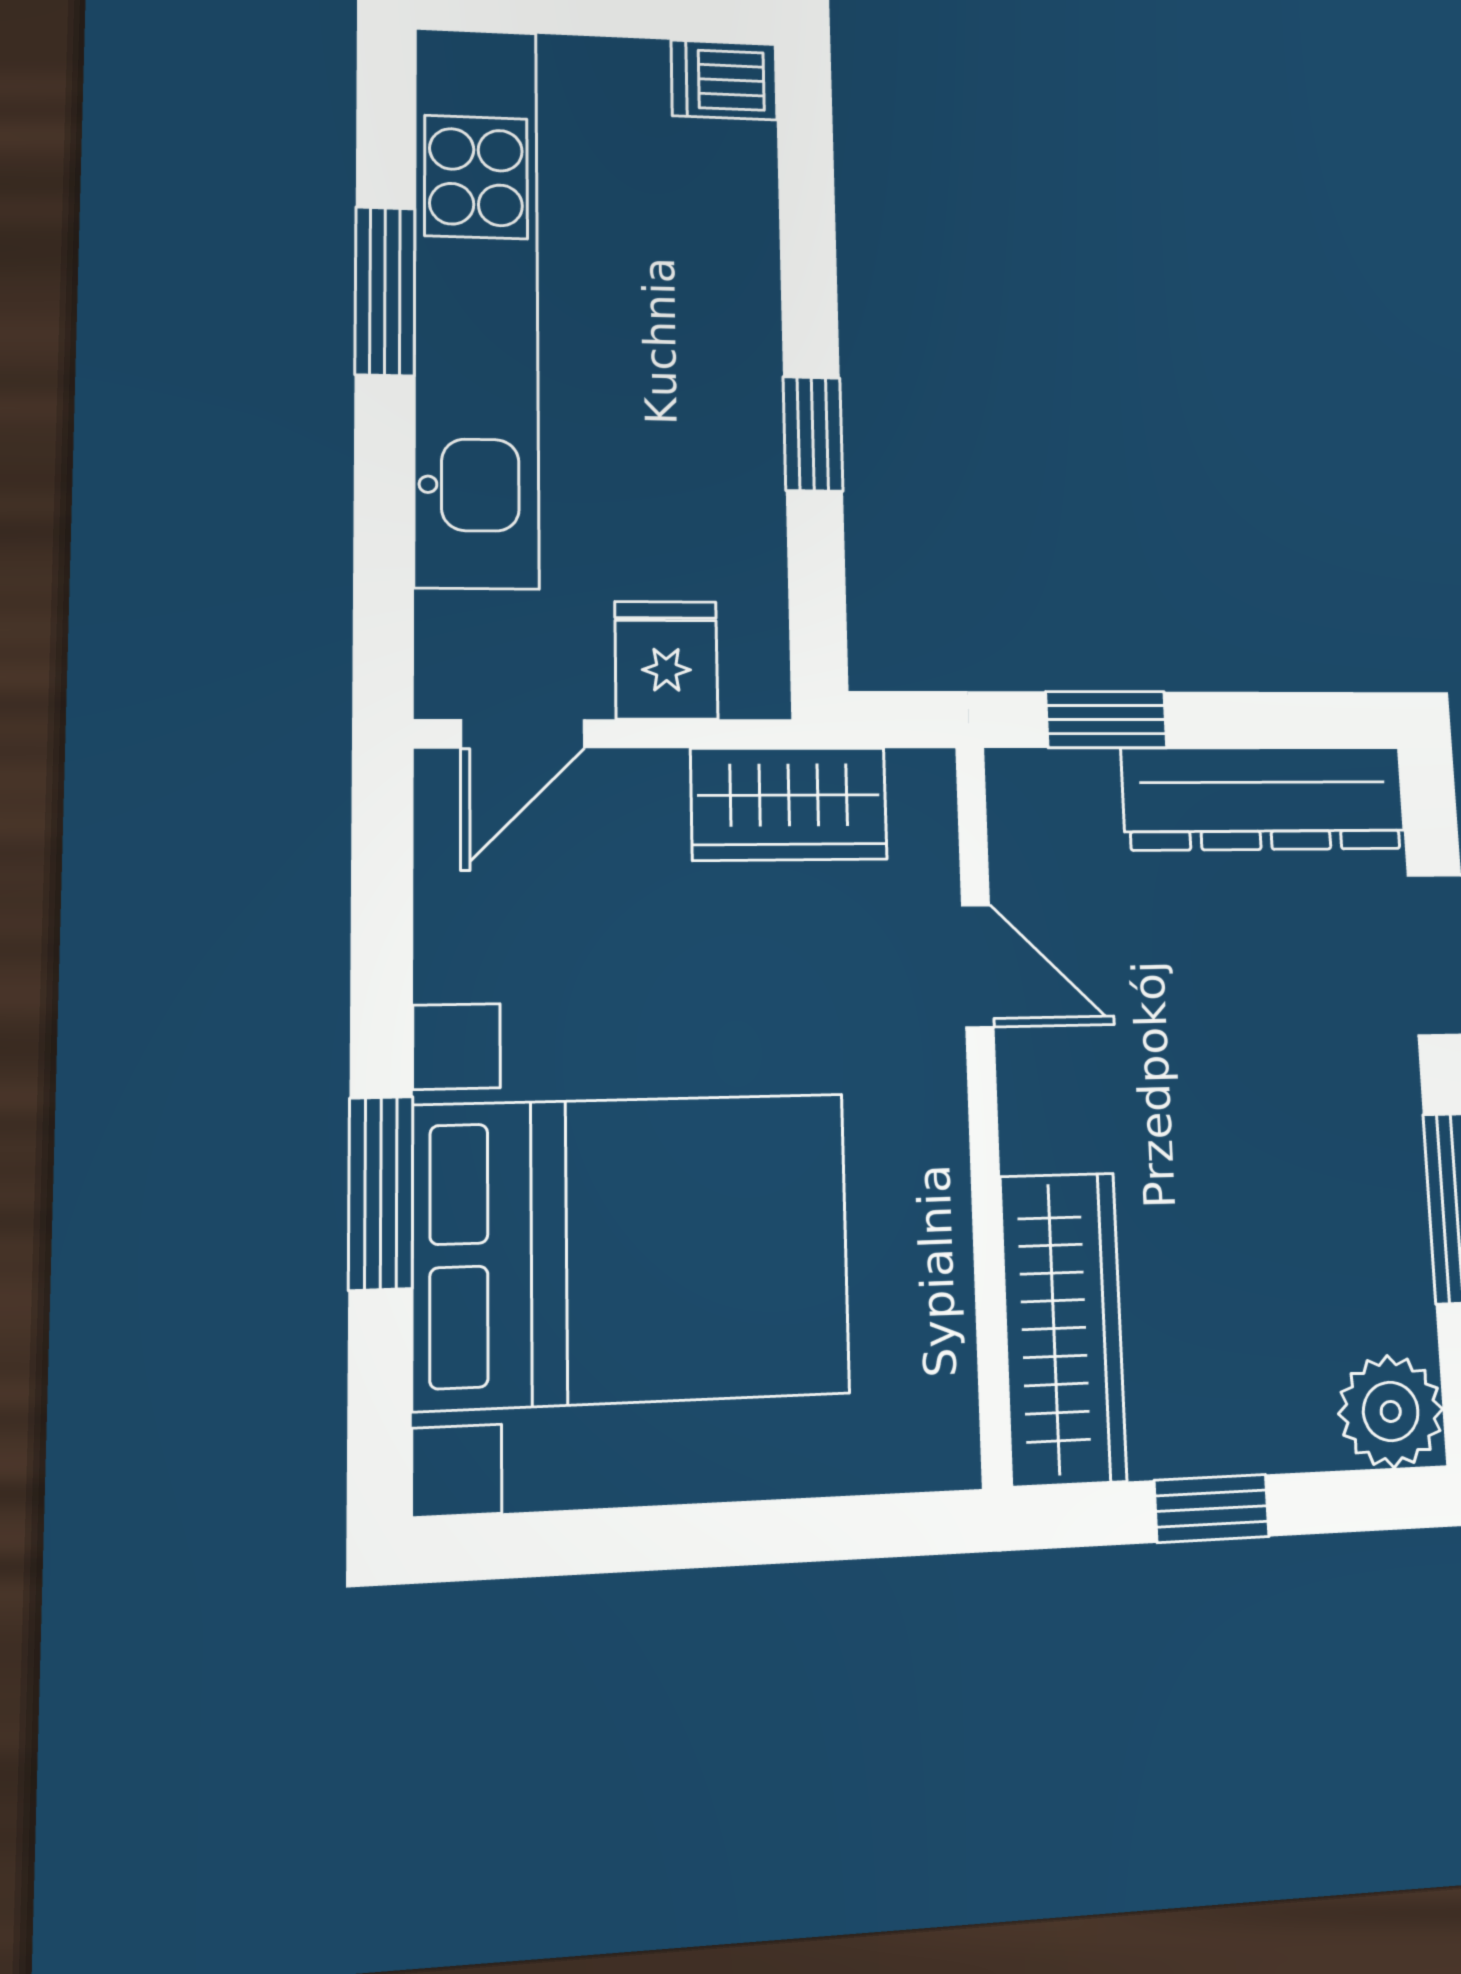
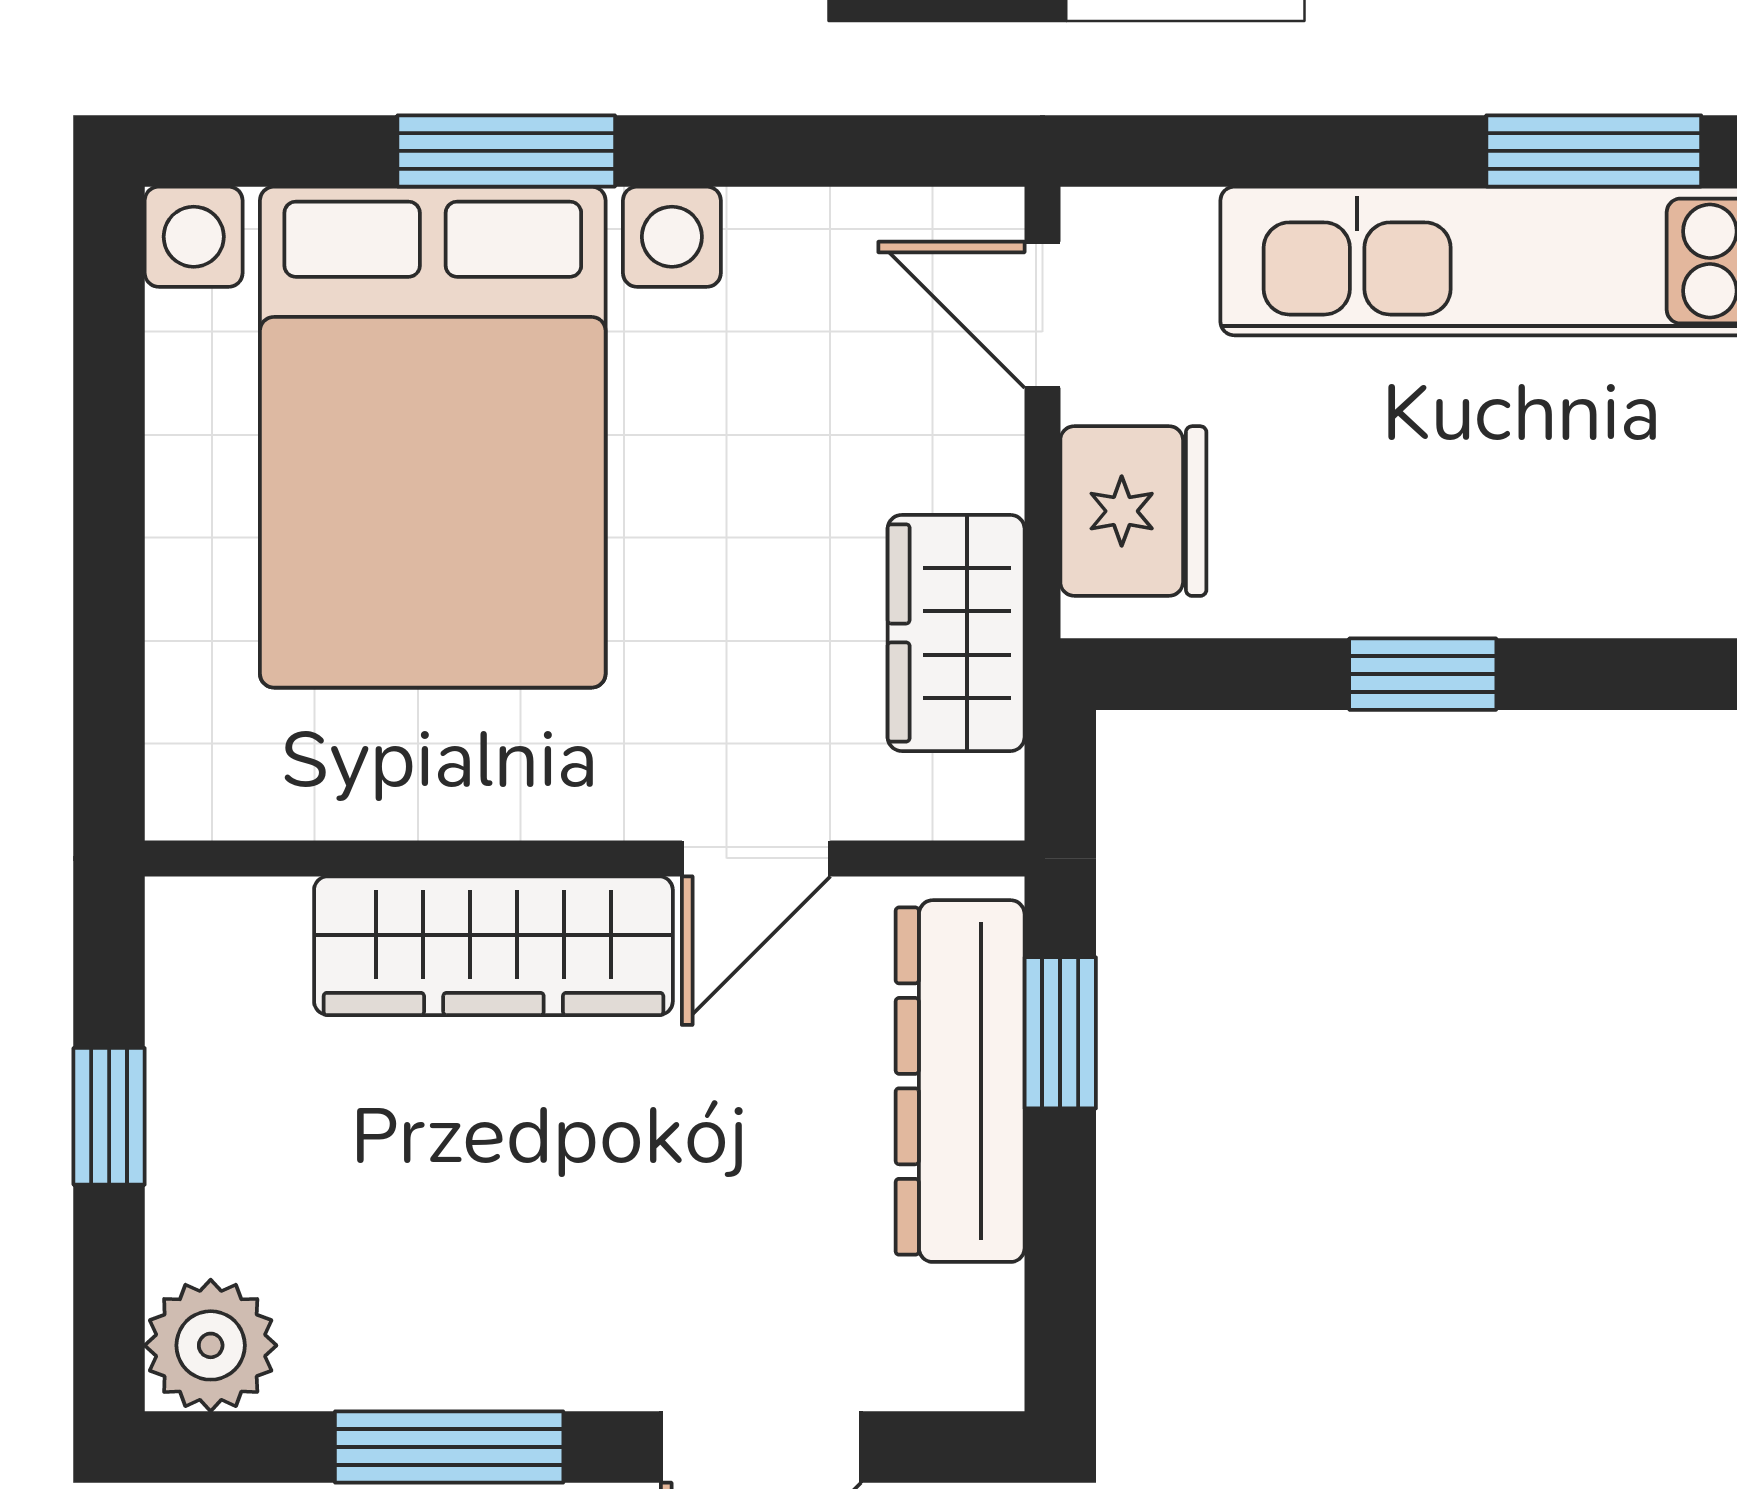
fridge: (666, 660) -> (1133, 511), width x1.38
dresser: (1264, 798) -> (960, 1081), moved
wardrobe: (1063, 1328) -> (493, 946), moved

